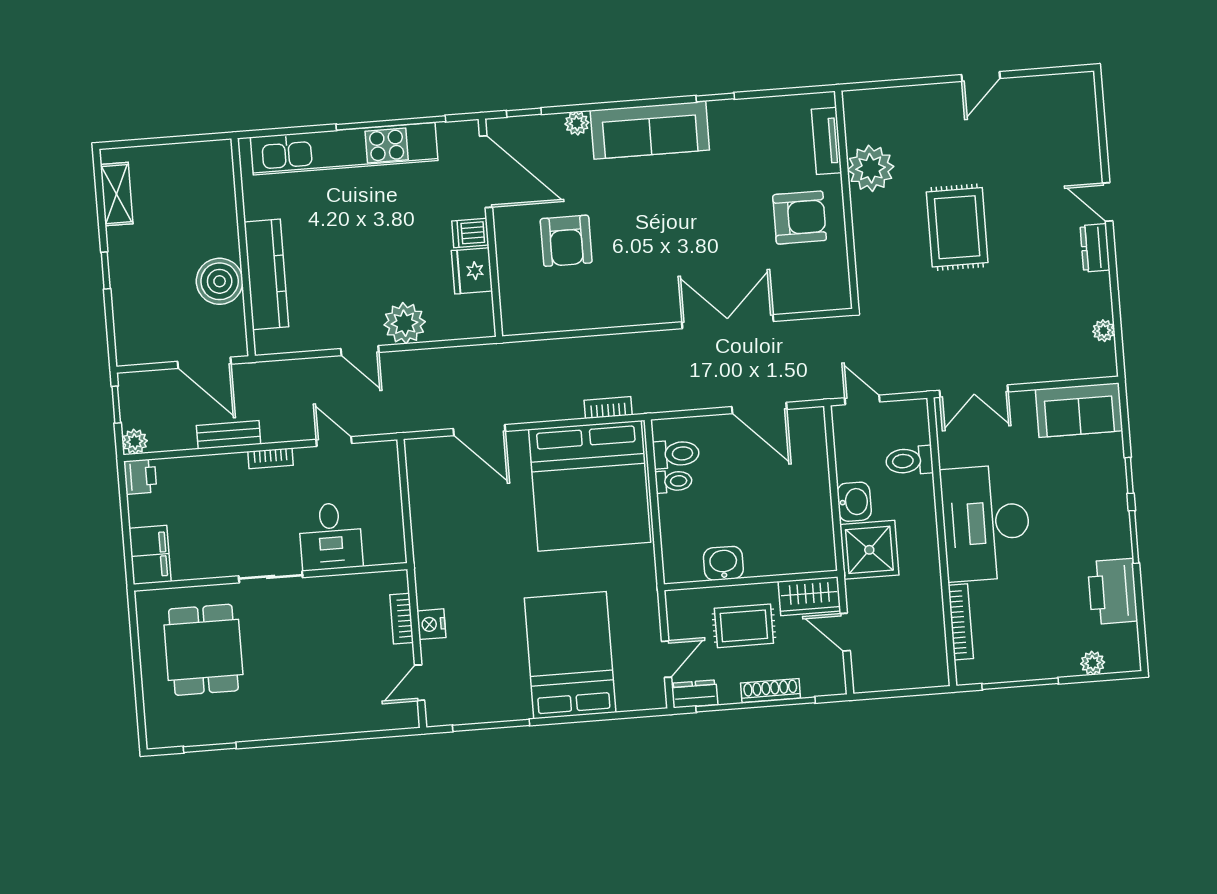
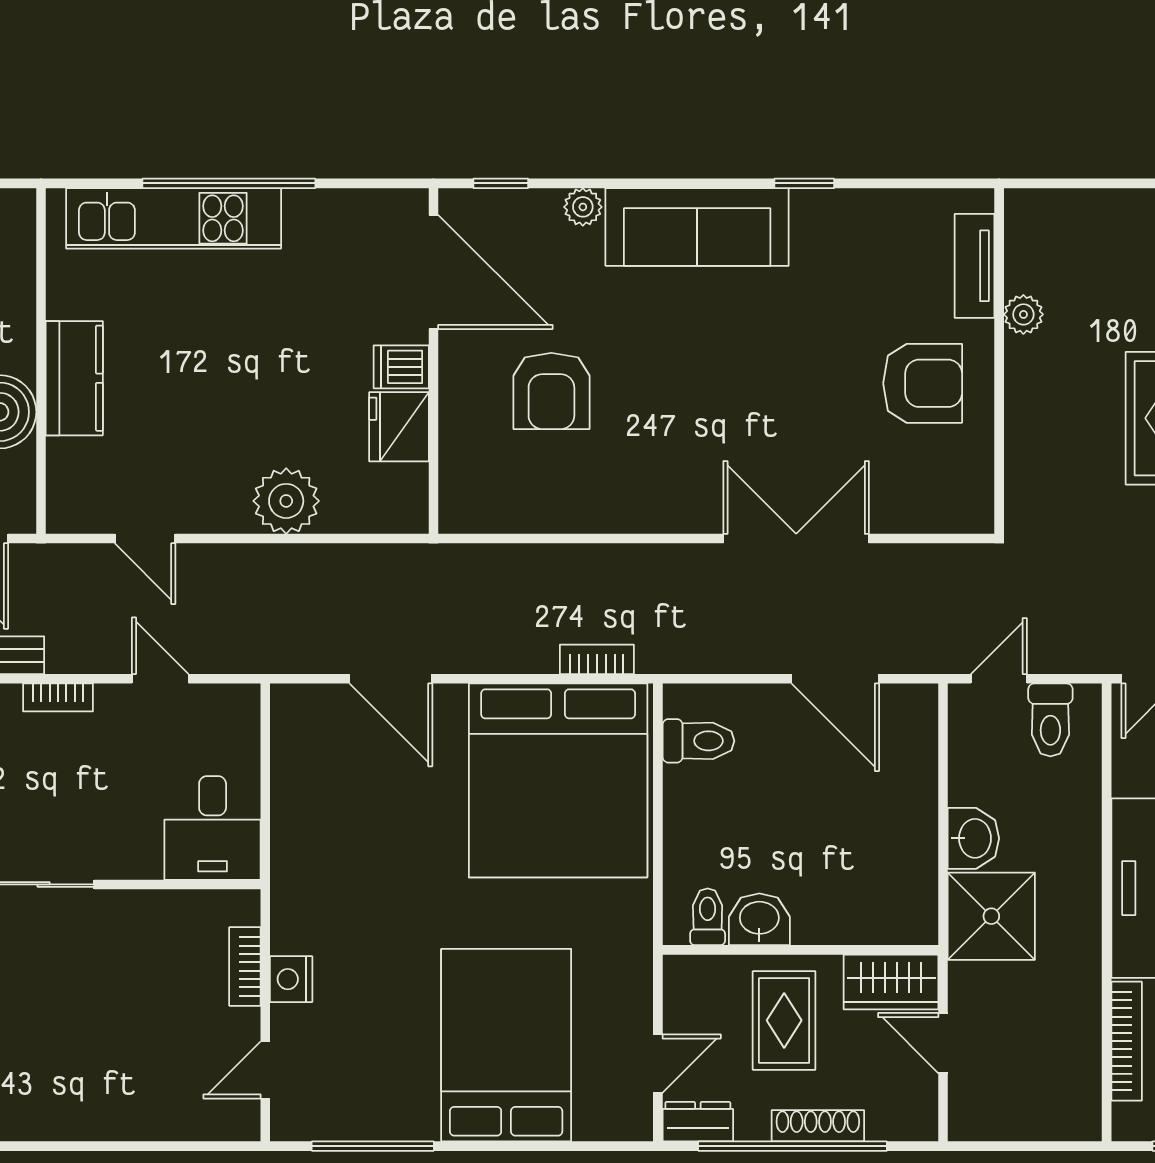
window: (391, 123) -> (229, 183), moved
kitchen unit: (344, 149) -> (174, 218), width x0.73
plant: (871, 168) -> (1023, 314), width x0.53, depth x0.53
kitchen counter: (266, 274) -> (74, 378), width x0.67
door: (360, 351) -> (145, 539), moved
door: (862, 400) -> (999, 679), hinge flipped
toilet: (909, 461) -> (1050, 720), moved, turned -90
toilet: (674, 481) -> (708, 917), moved, turned -90
desk: (331, 536) -> (213, 828), moved
rug: (744, 626) -> (784, 1020), turned 90

